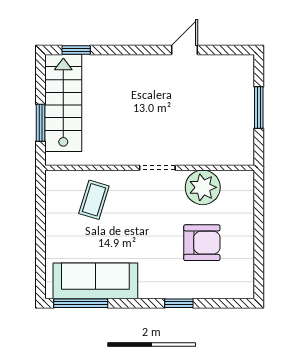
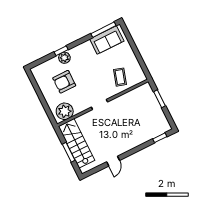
stairs: (63, 103) -> (76, 143), moved, turned 180
plant: (203, 187) -> (65, 111), moved
sofa: (95, 281) -> (107, 40), width x0.73
plant: (179, 287) -> (64, 58), added

